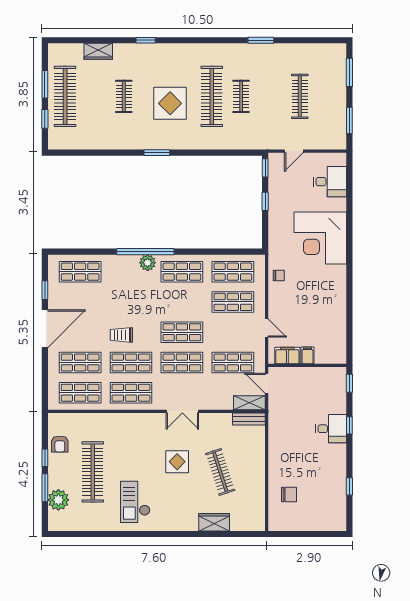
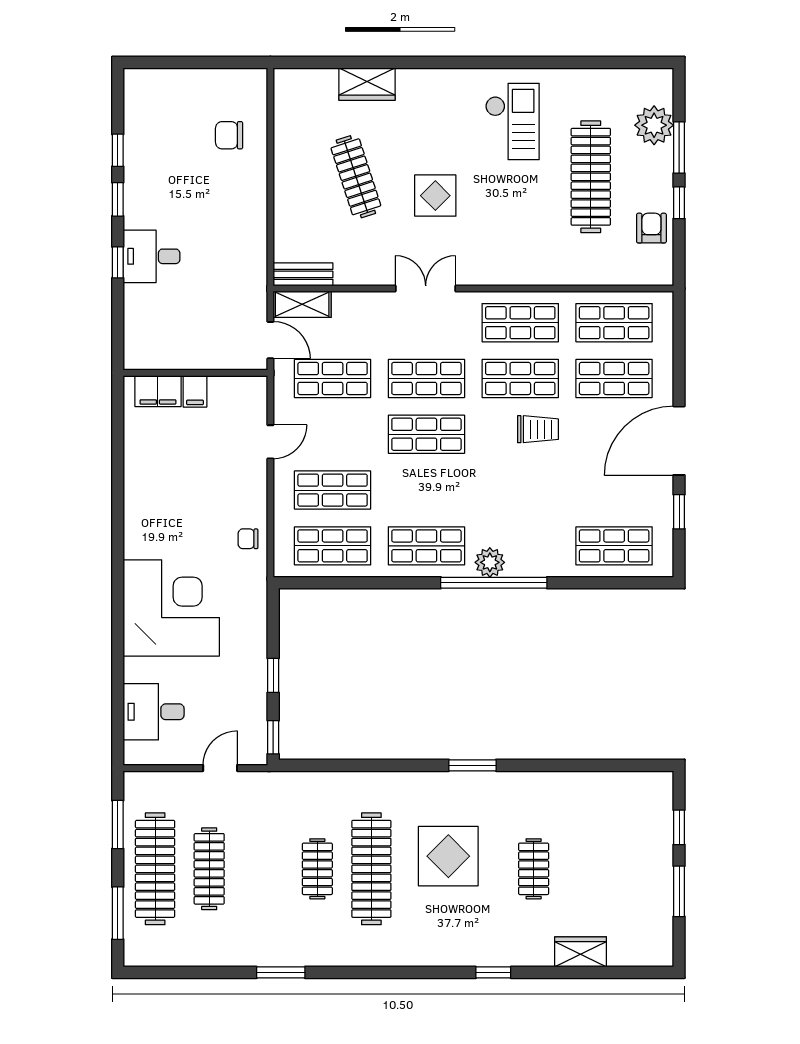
clothes rail: (65, 96) -> (155, 869), moved
door: (267, 328) -> (270, 442), swing flipped
filing cabinet: (287, 356) -> (158, 391), moved
window: (349, 383) -> (118, 199), moved

